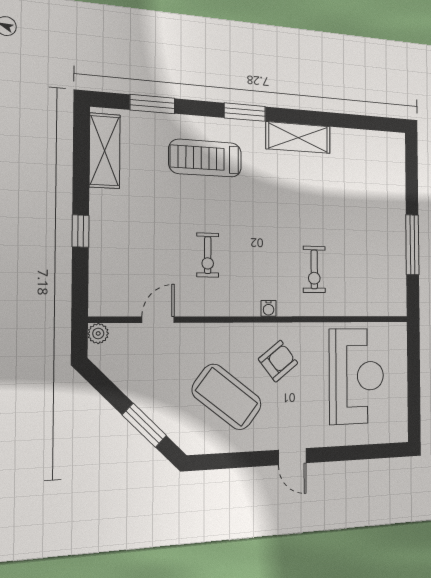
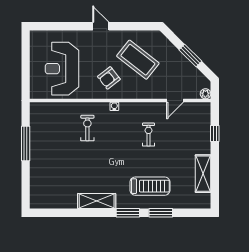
window: (152, 104) -> (161, 213), moved
shelving: (105, 151) -> (203, 174), moved
window: (81, 231) -> (215, 134), moved
window: (144, 425) -> (190, 56), moved

